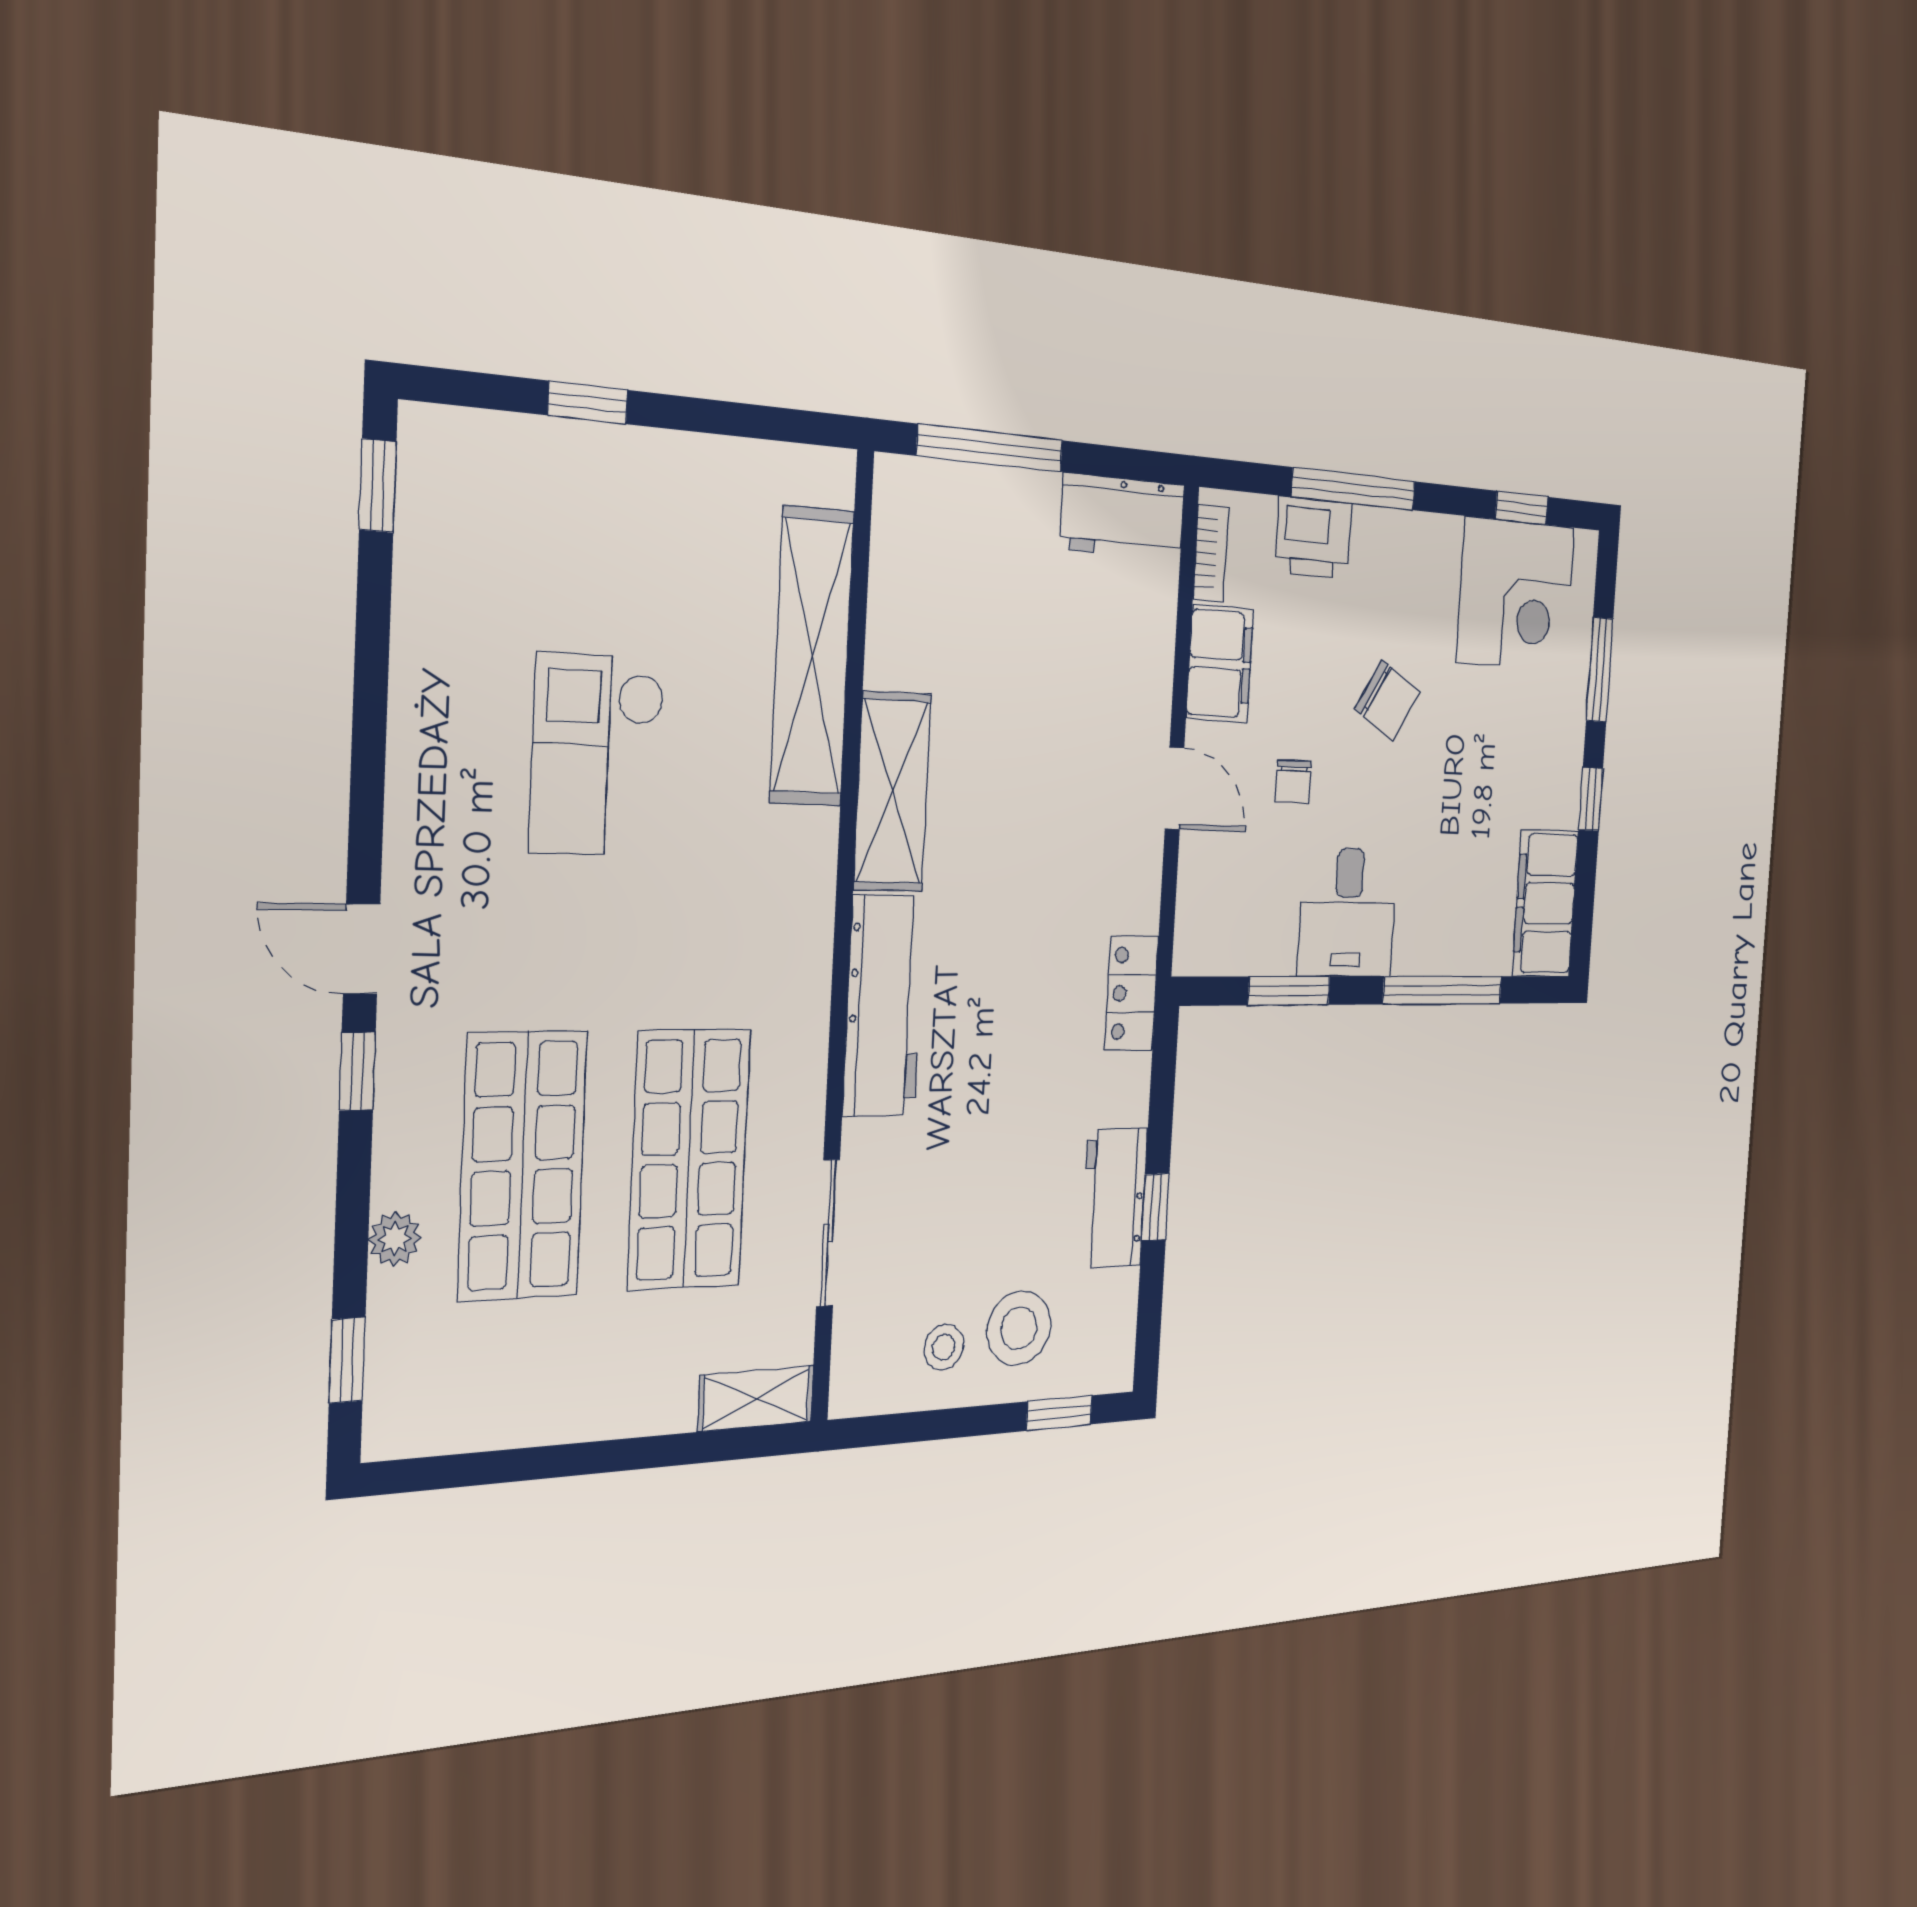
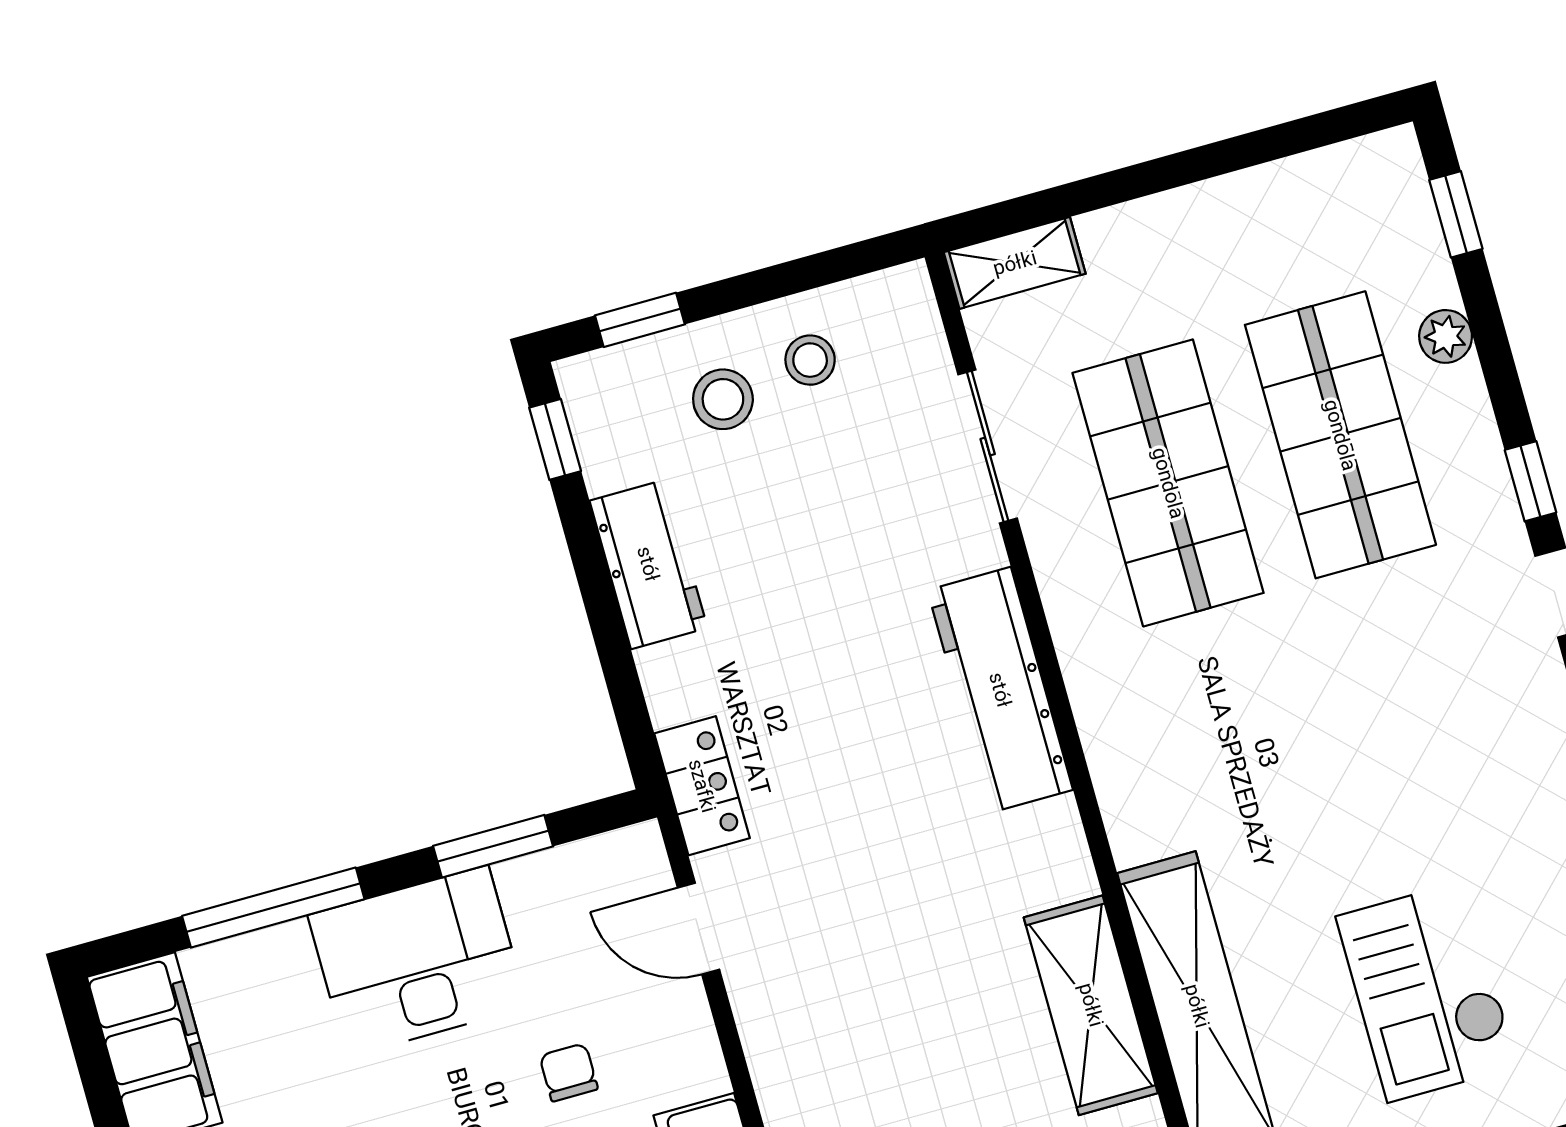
checkout: (598, 755) -> (1427, 991), moved, turned 180
door: (1175, 788) -> (698, 929), moved
shelving: (892, 792) -> (1091, 1005), moved
desk: (1348, 913) -> (418, 961), width x1.37
window: (1156, 1207) -> (555, 439), moved
stool: (1019, 1328) -> (723, 399), width x0.73, depth x0.73

